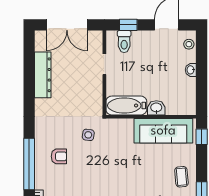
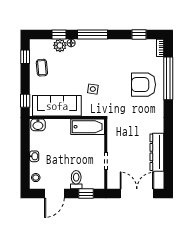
toilet: (124, 42) -> (76, 180), moved
washbasin: (156, 108) -> (38, 125), moved
side table: (88, 135) -> (93, 89), moved
armchair: (59, 156) -> (144, 85), width x1.88, depth x1.88

